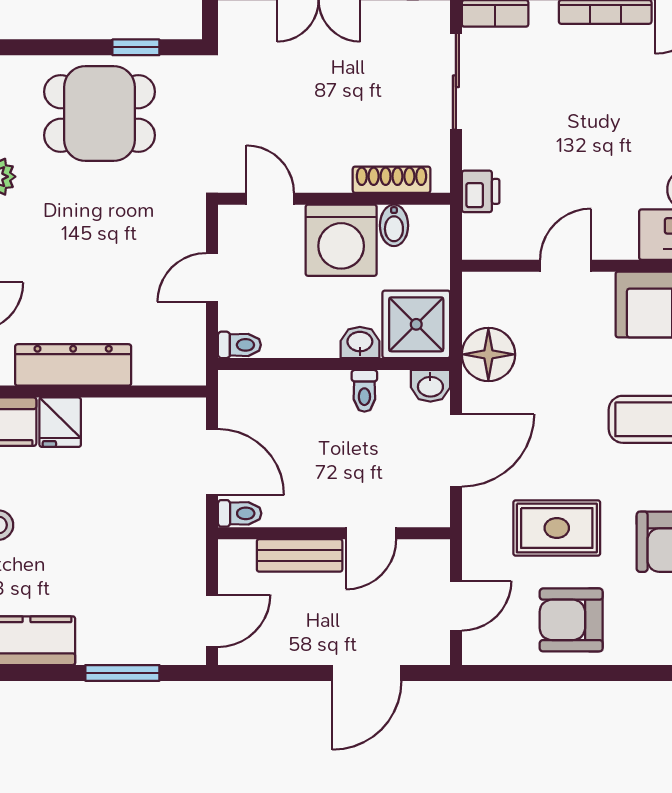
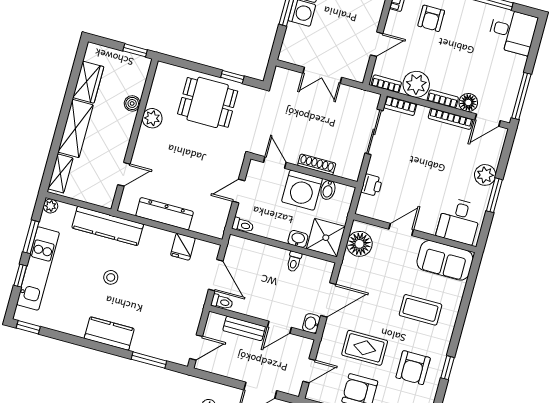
shoe rack: (392, 180) -> (317, 164), moved
floor lamp: (488, 354) -> (359, 244), moved
washbasin: (430, 386) -> (311, 323), moved, turned 90
fridge: (60, 422) -> (183, 247), moved

